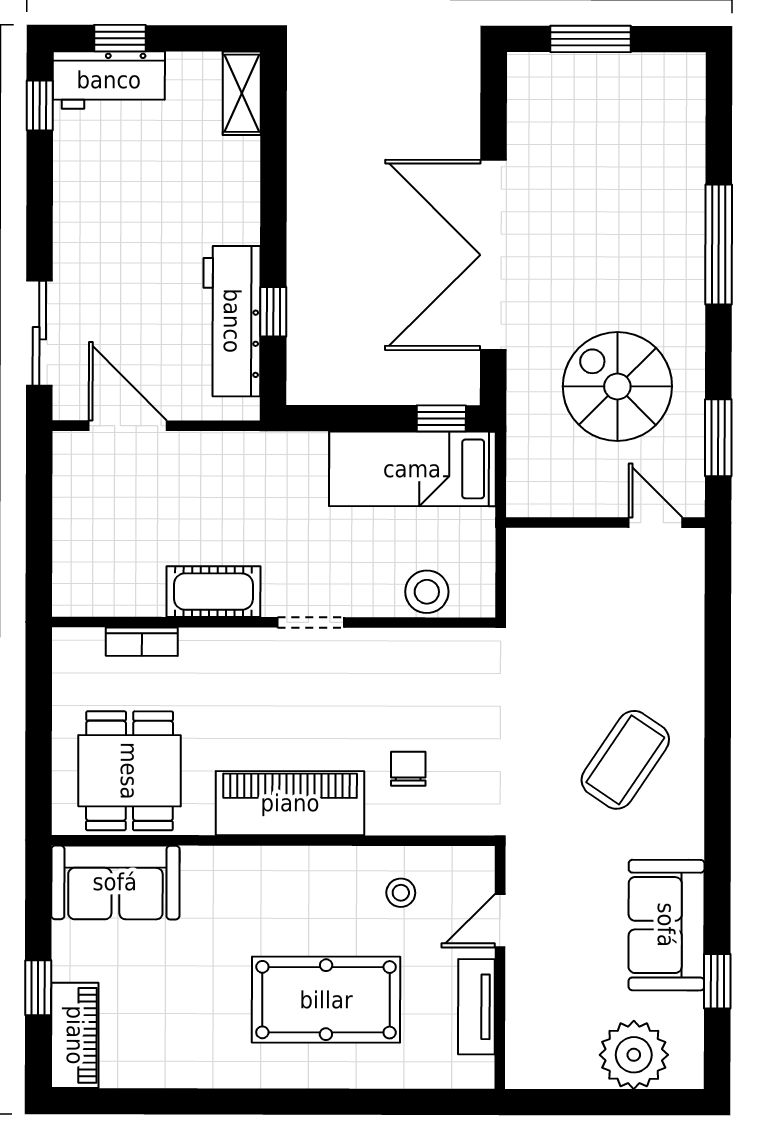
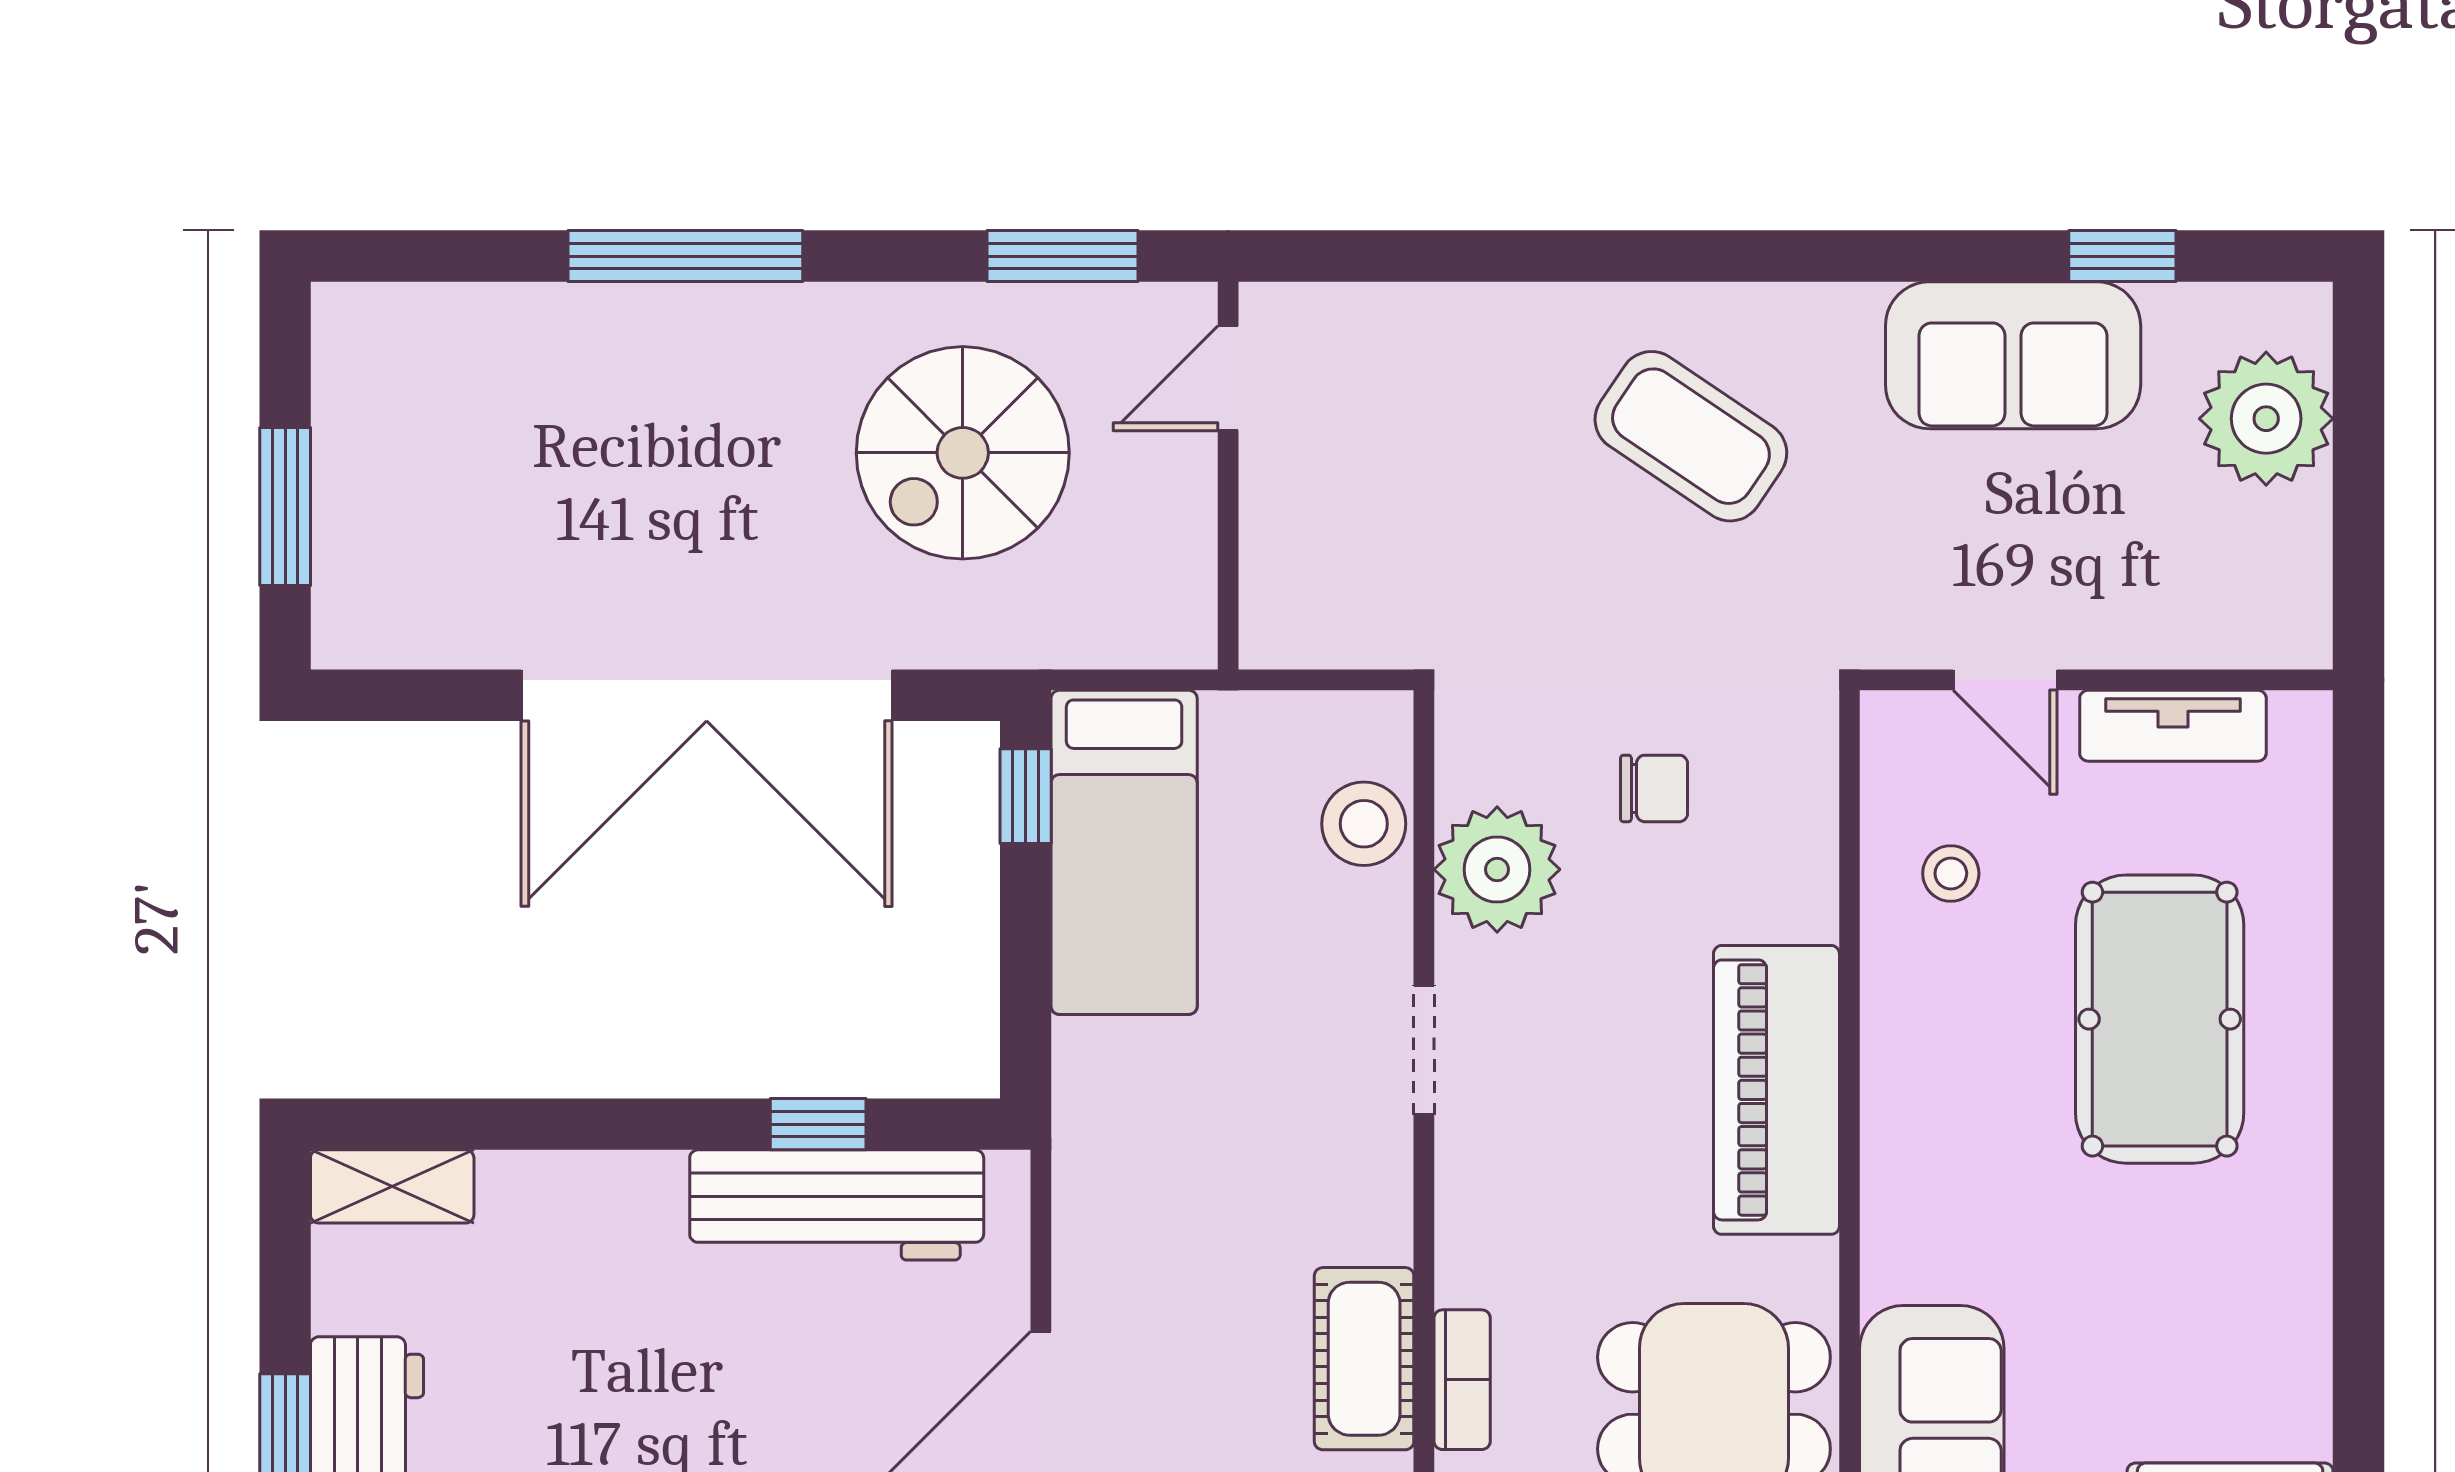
cot: (213, 592) -> (1364, 1359), moved
plant: (403, 660) -> (1497, 869), added
chair: (408, 769) -> (1654, 788), moved, turned 180

